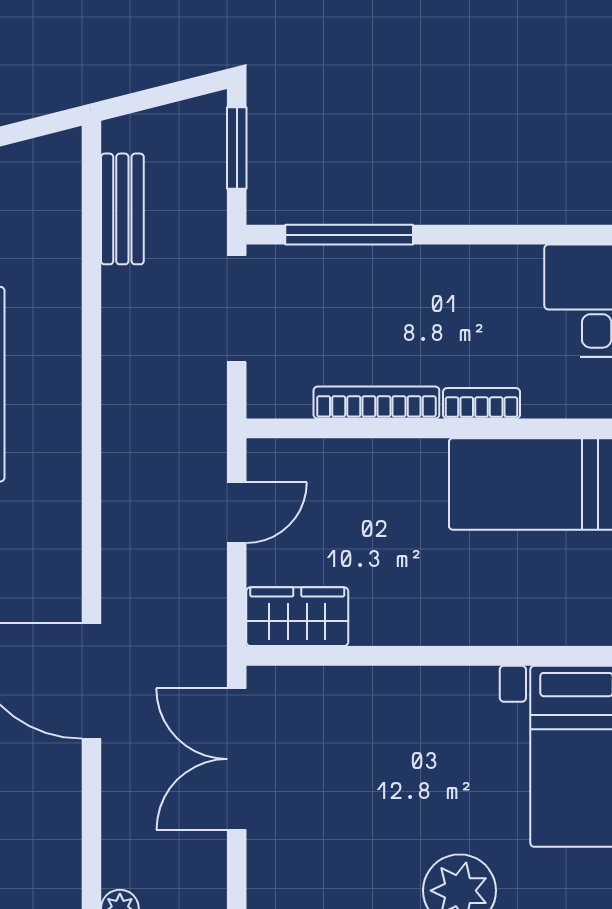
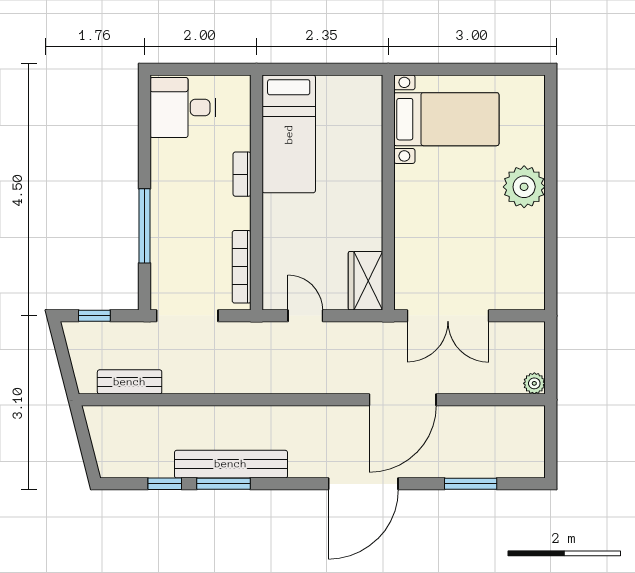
window: (237, 148) -> (94, 316), width x0.67
window: (349, 235) -> (144, 226), moved
bookcase: (376, 403) -> (242, 267), moved

